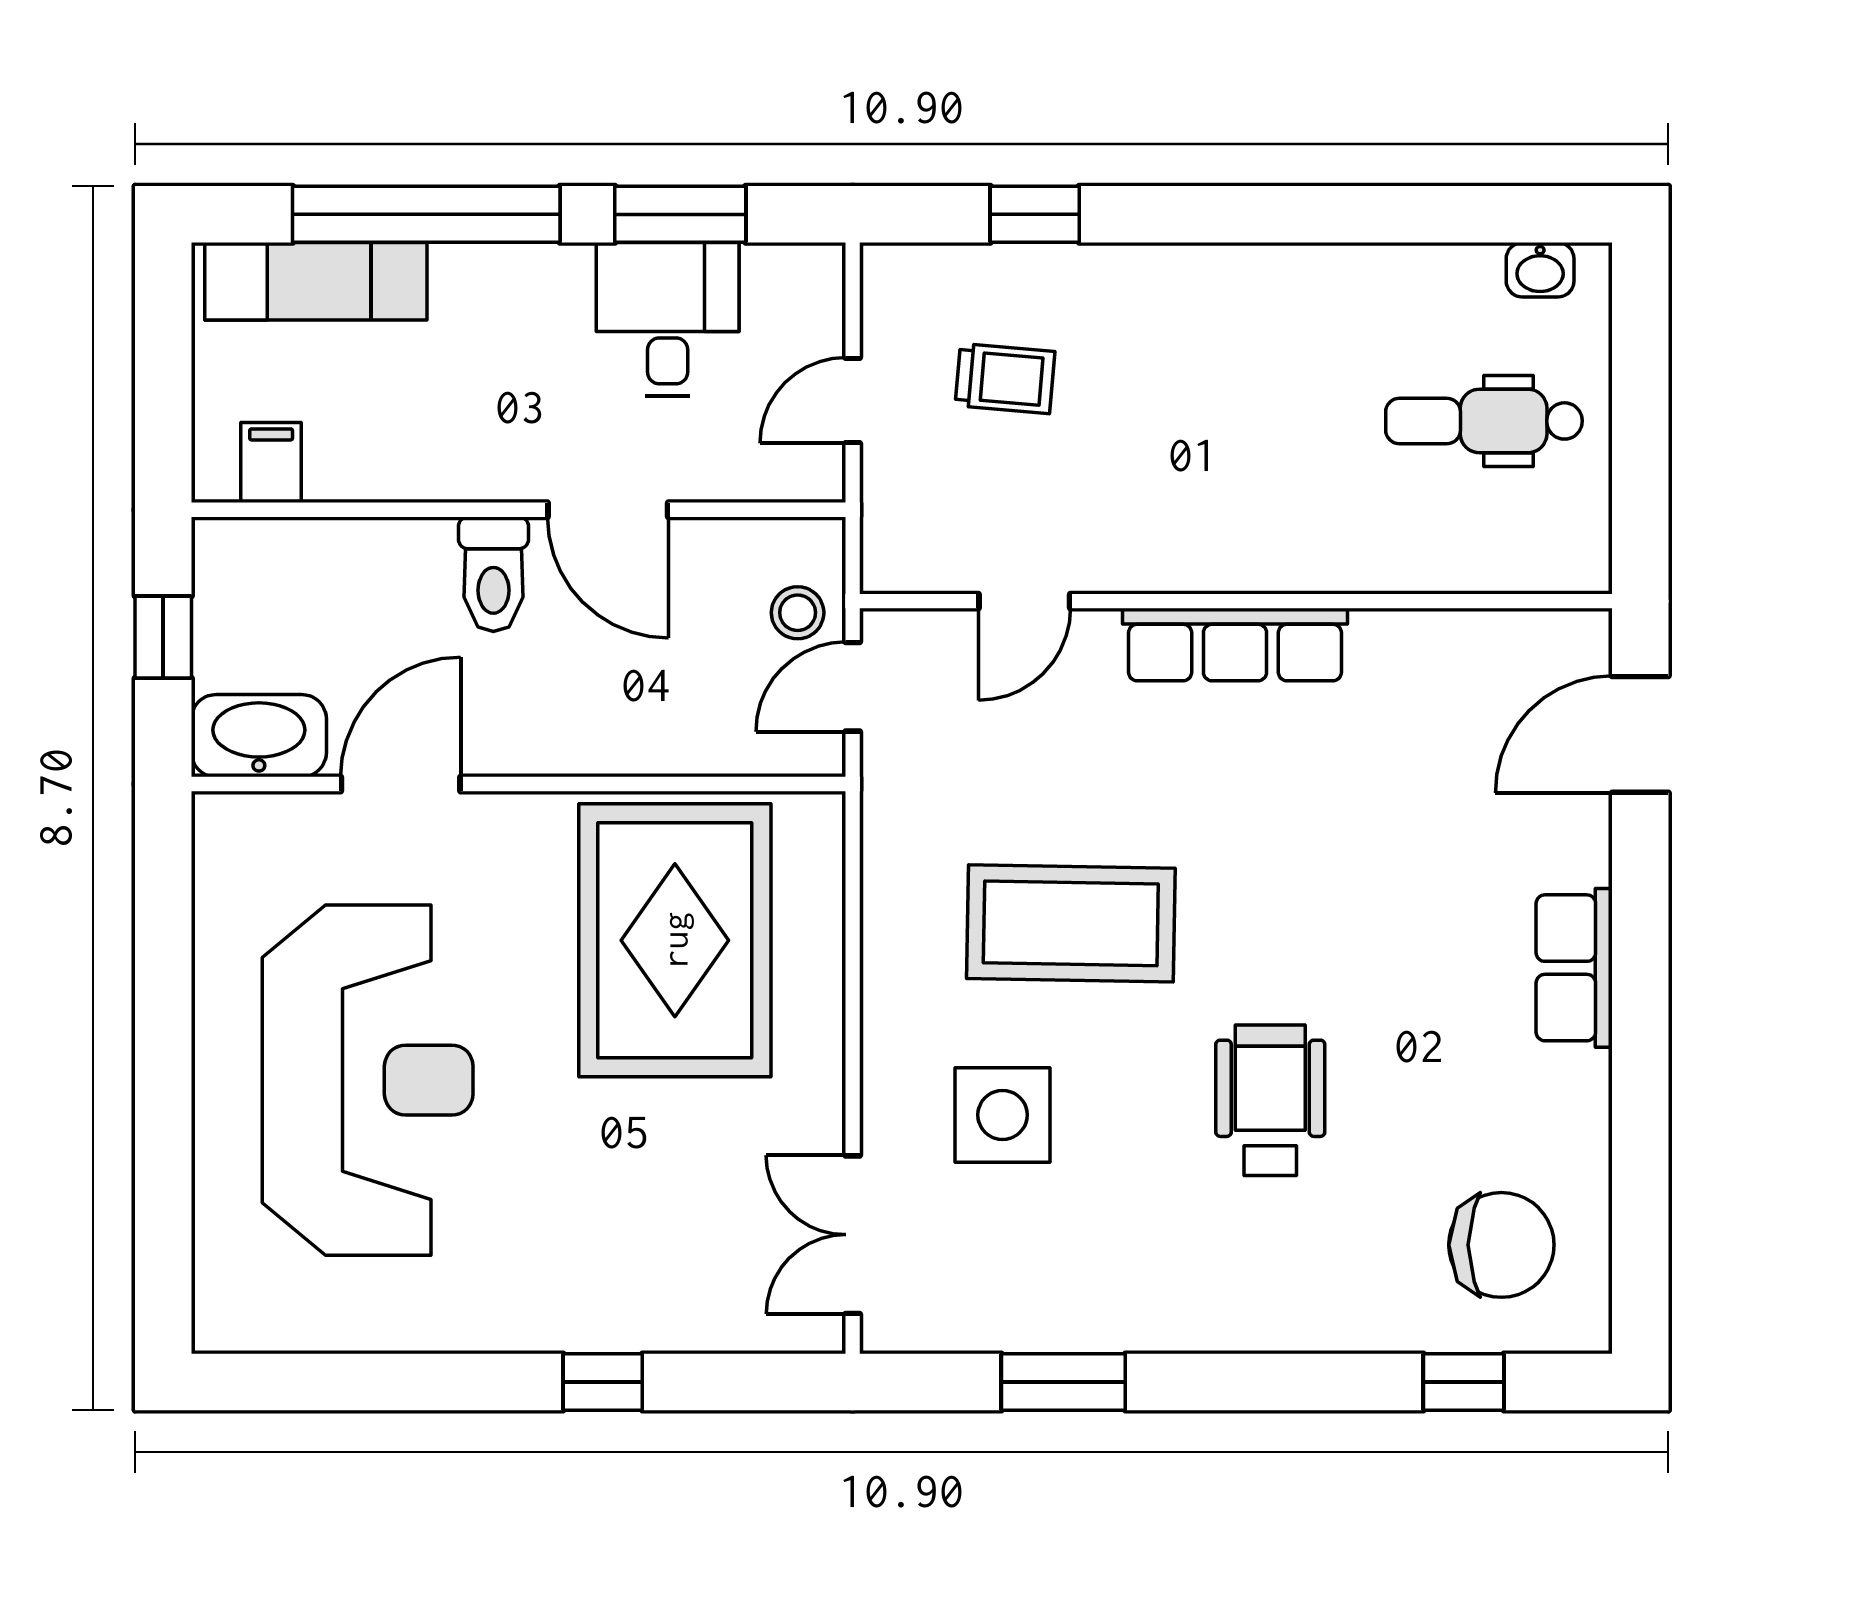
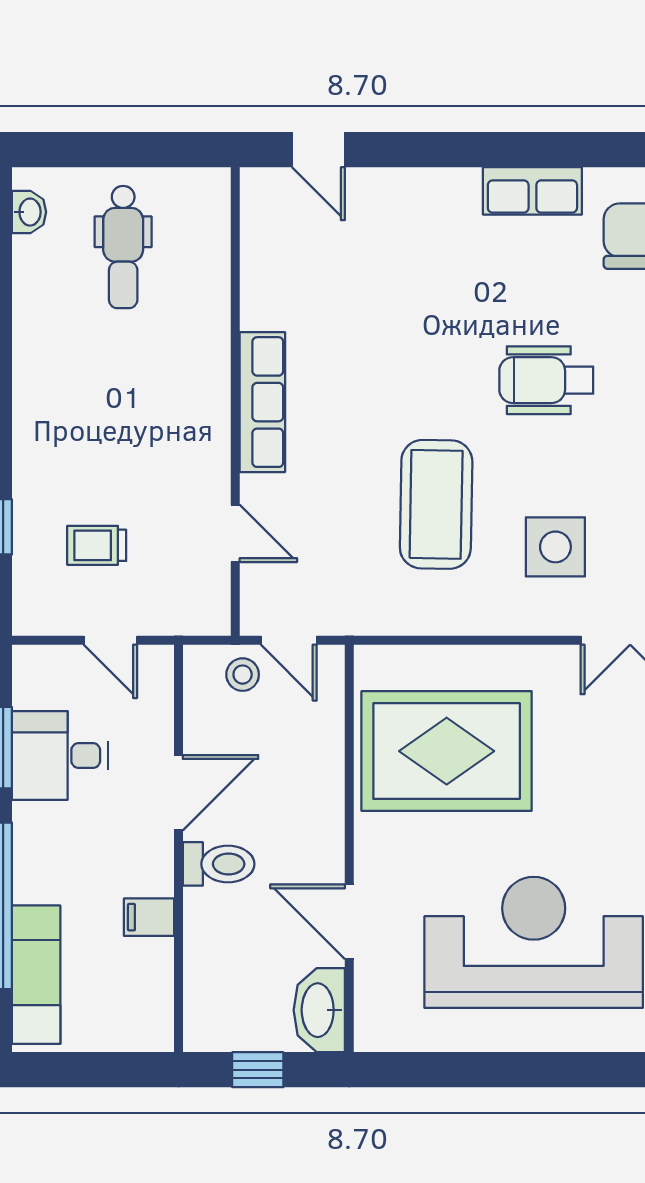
trolley: (1005, 379) -> (97, 545), turned -95
filing cabinet: (271, 463) -> (149, 917), moved
door: (1640, 734) -> (318, 150), width x0.73
row of seats: (1574, 968) -> (532, 191), moved

